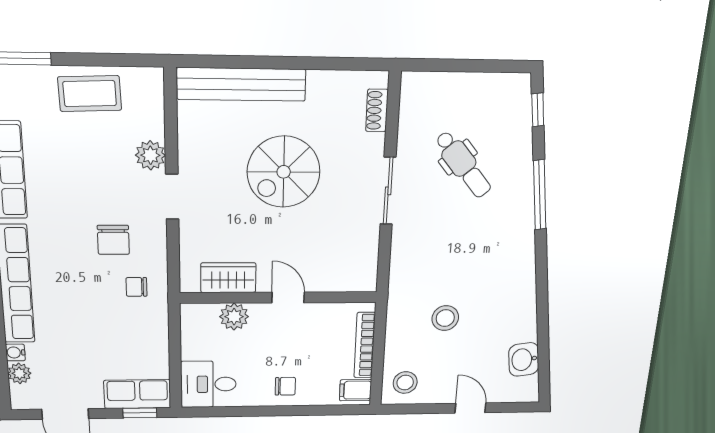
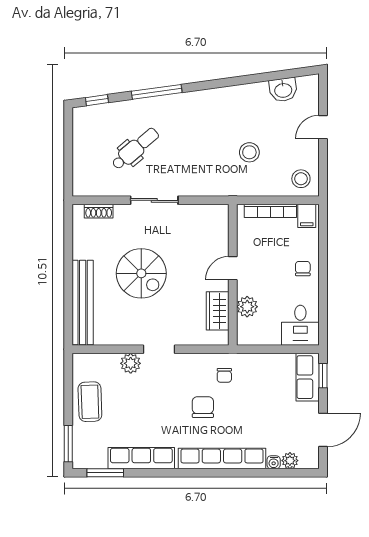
chair: (113, 240) -> (203, 407), moved, turned -90

